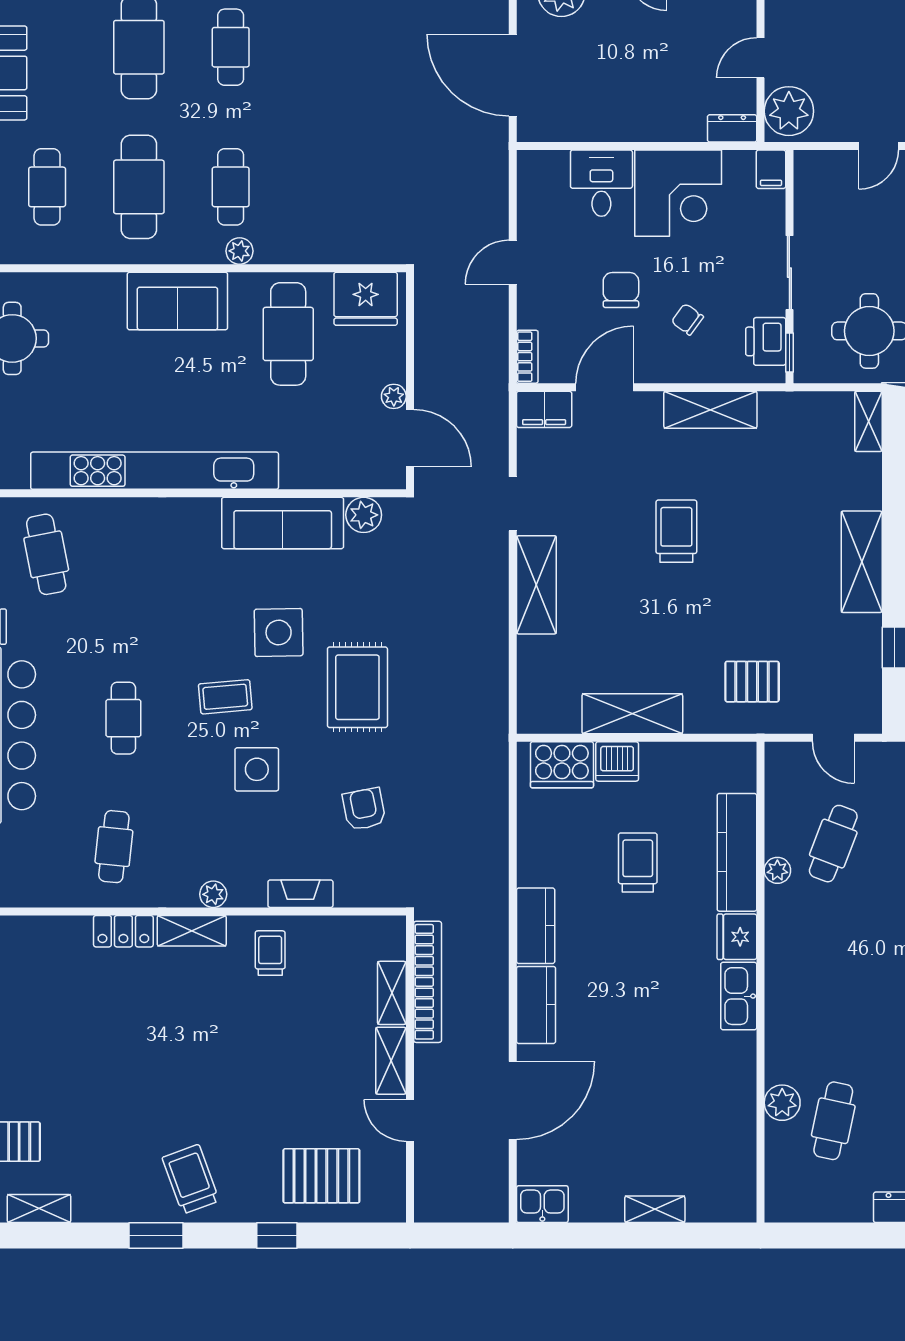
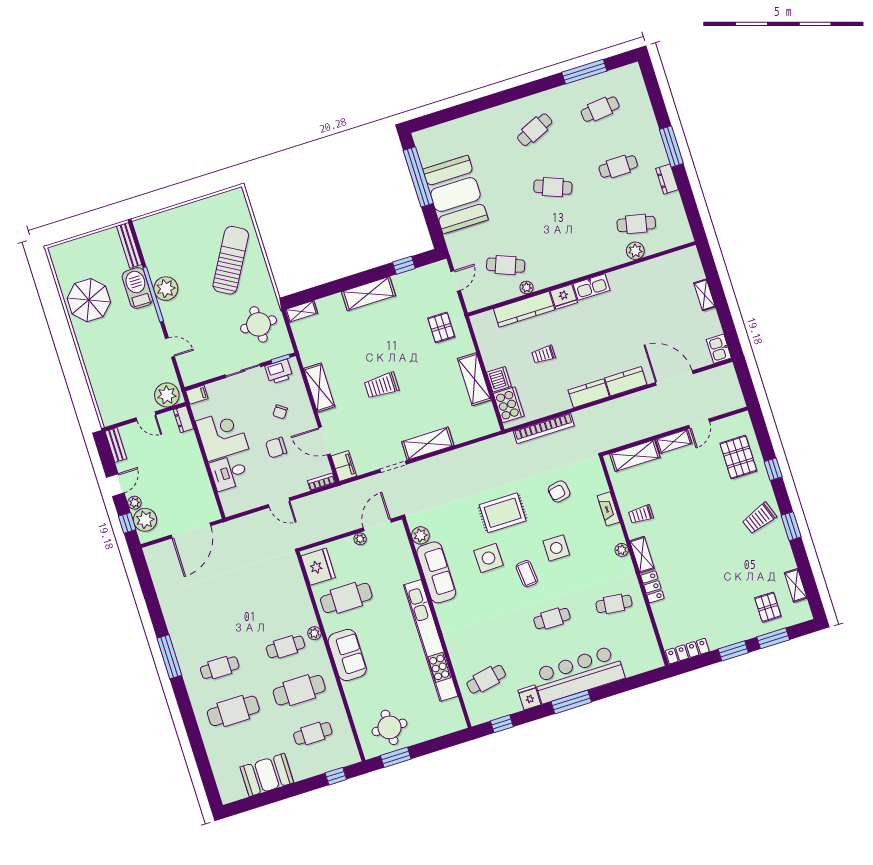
trolley: (638, 862) -> (544, 355), width x0.73, depth x0.72
bookcase: (428, 982) -> (544, 428), moved, turned 180
shelving: (392, 993) -> (635, 456), width x1.50, depth x1.33

